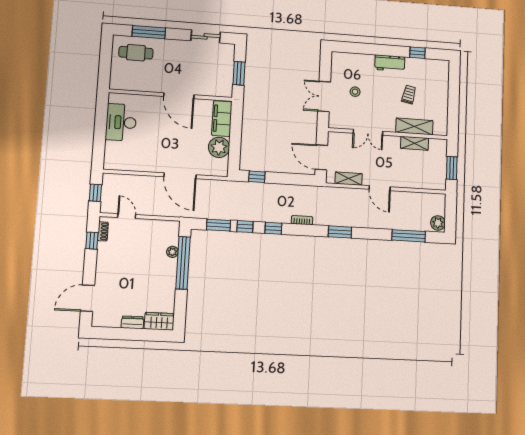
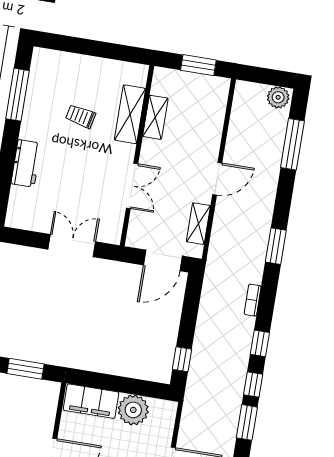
window: (417, 53) -> (17, 95), width x2.17
workbench: (390, 63) -> (26, 163), moved
stool: (355, 92) -> (69, 198), removed
double door: (324, 96) -> (72, 246), swing flipped

